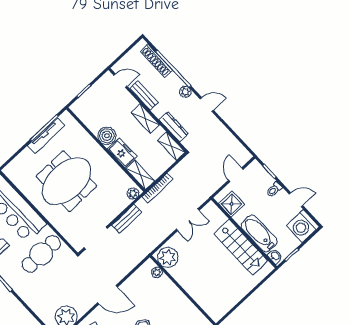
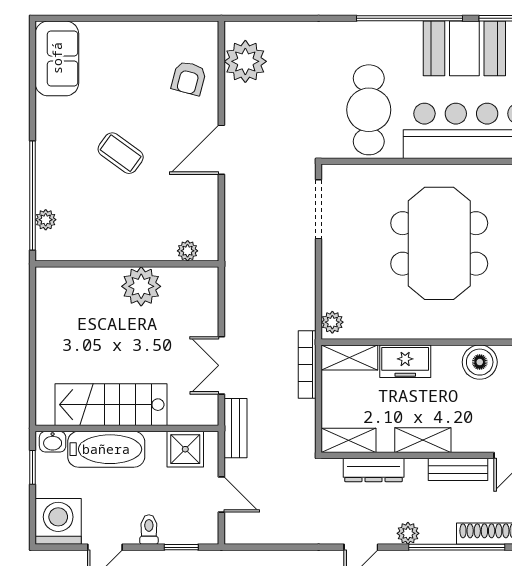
boiler: (107, 136) -> (480, 362), moved
bench: (127, 219) -> (235, 428), moved
plant: (168, 257) -> (141, 286), moved

